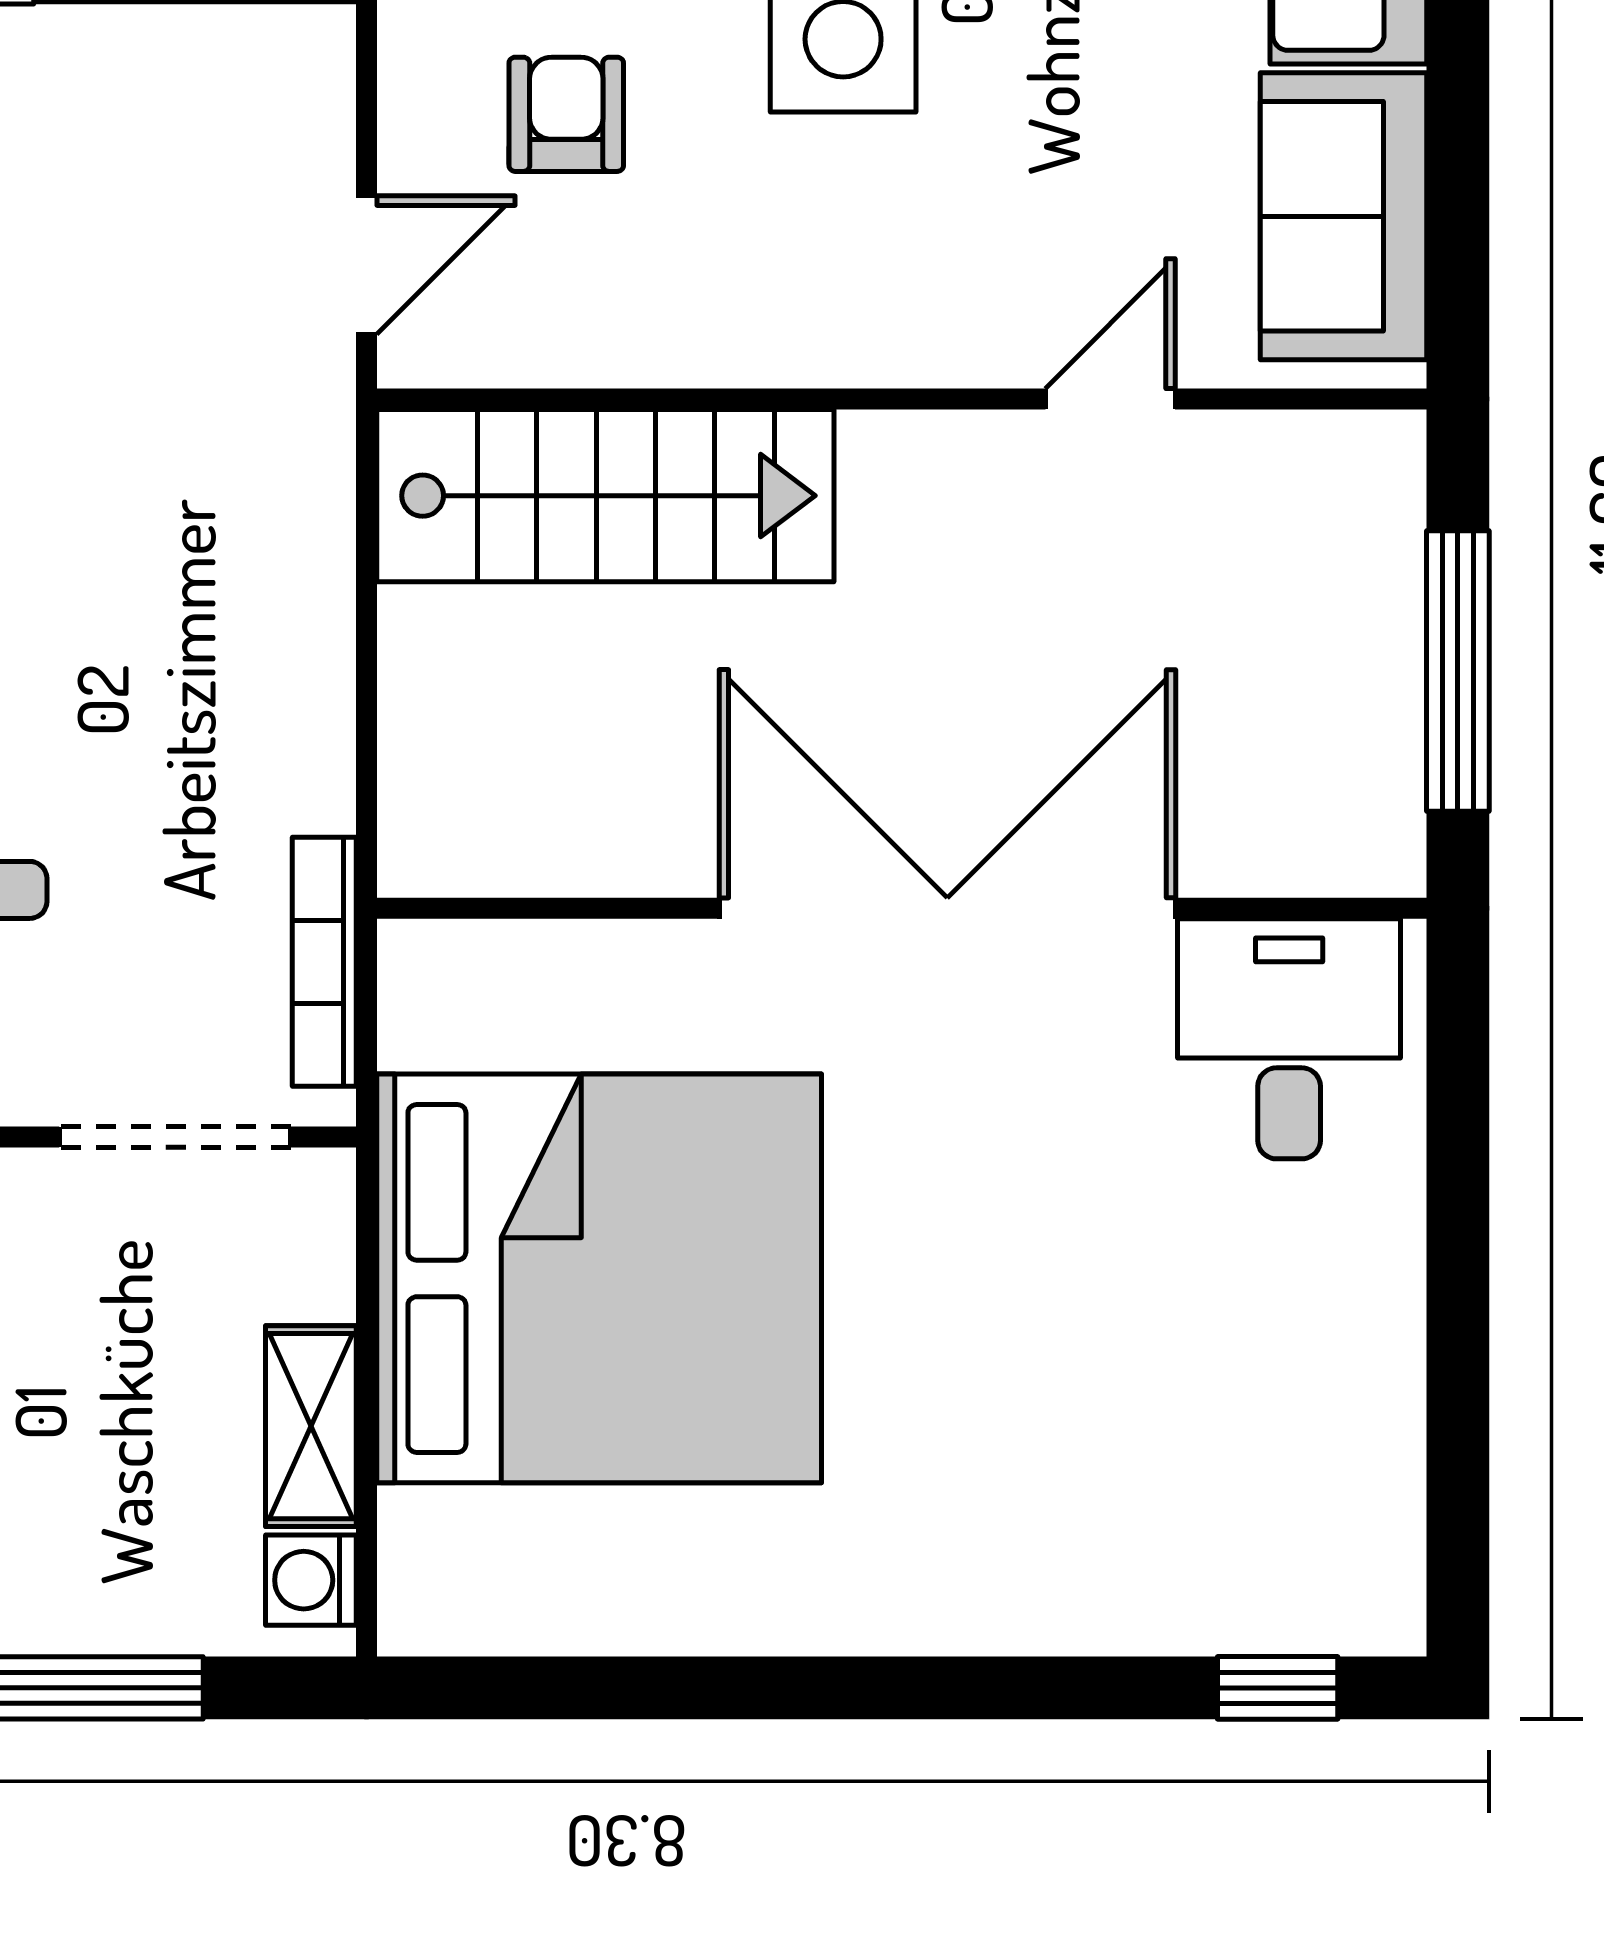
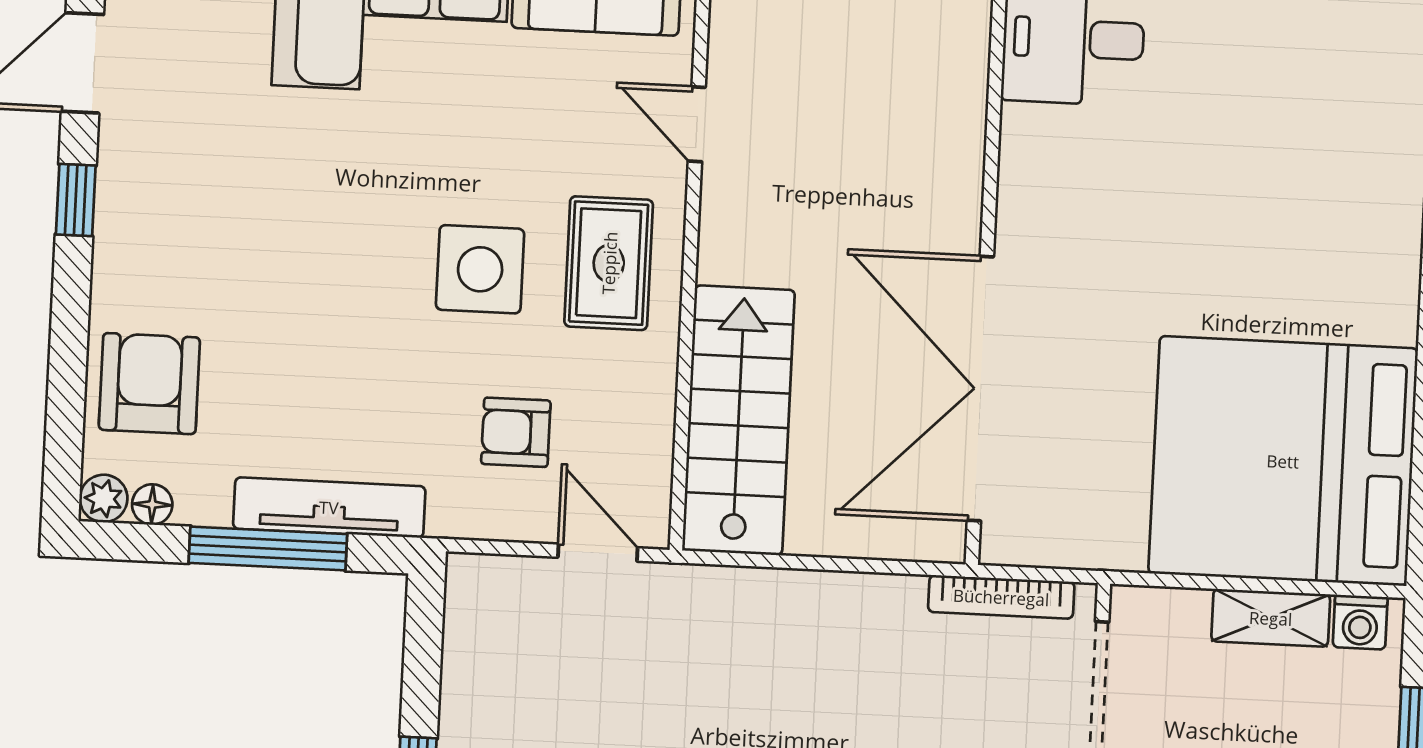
rug: (864, 259) -> (609, 263), added
double door: (947, 908) -> (980, 389), moved
bed: (599, 1278) -> (1283, 461), moved, turned -90

